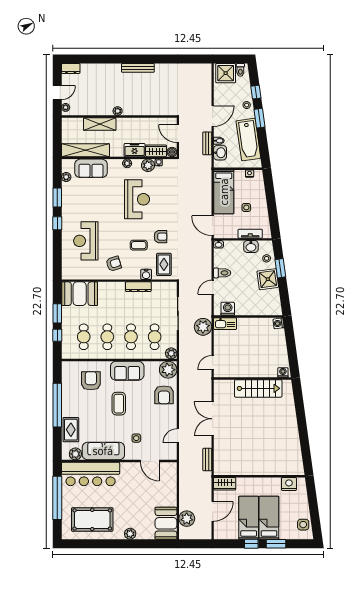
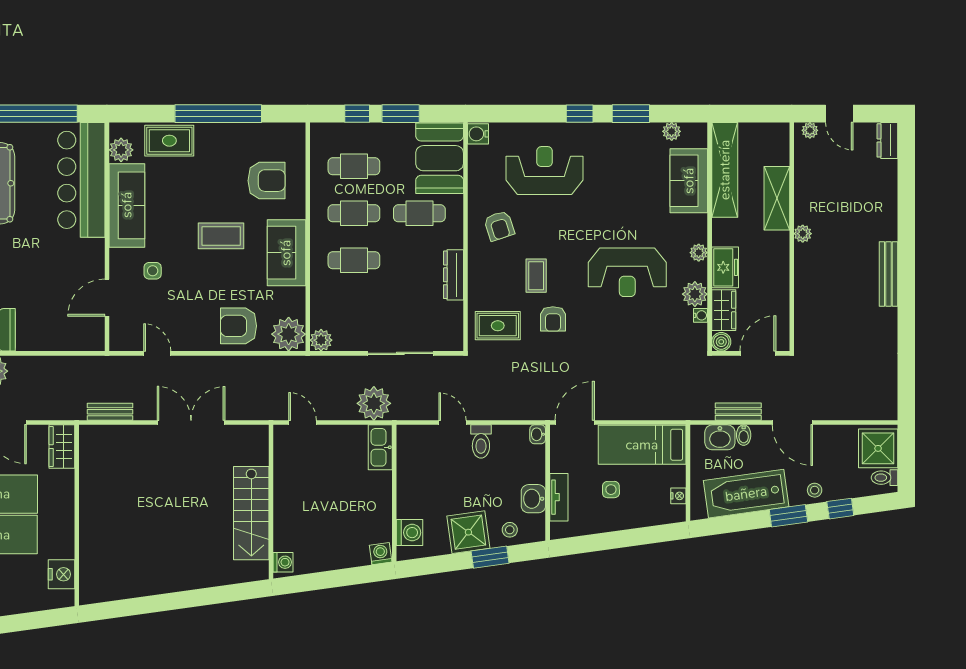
water cooler: (146, 274) -> (478, 134), moved
washing machine: (228, 309) -> (410, 533), moved
cafe table: (155, 337) -> (419, 213), moved

